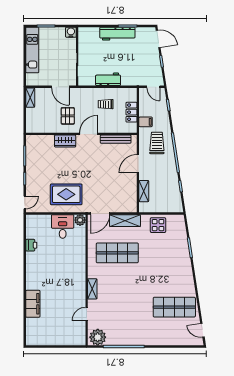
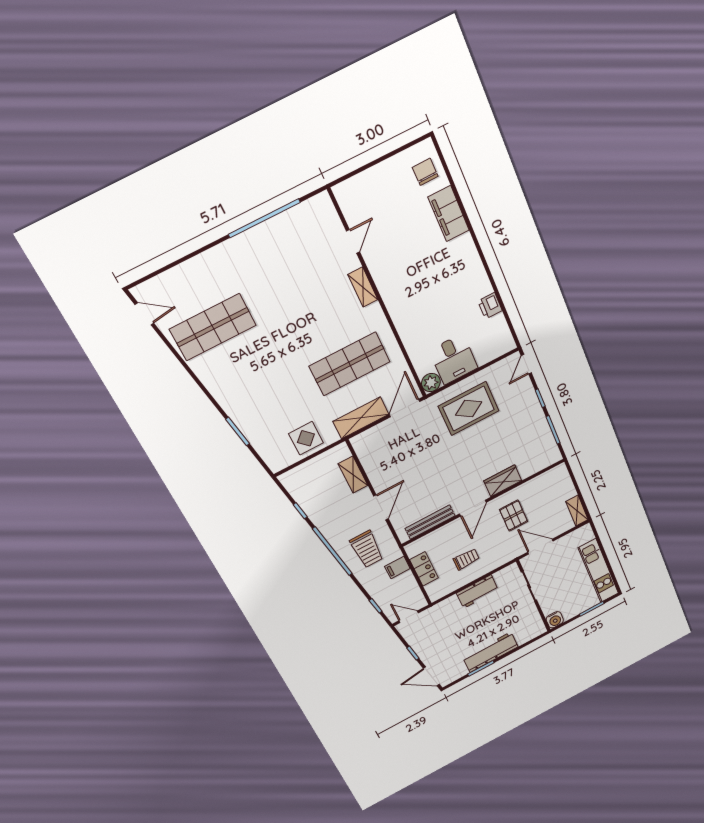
chair: (36, 330) -> (425, 172), added
plant: (98, 337) -> (316, 212), removed

